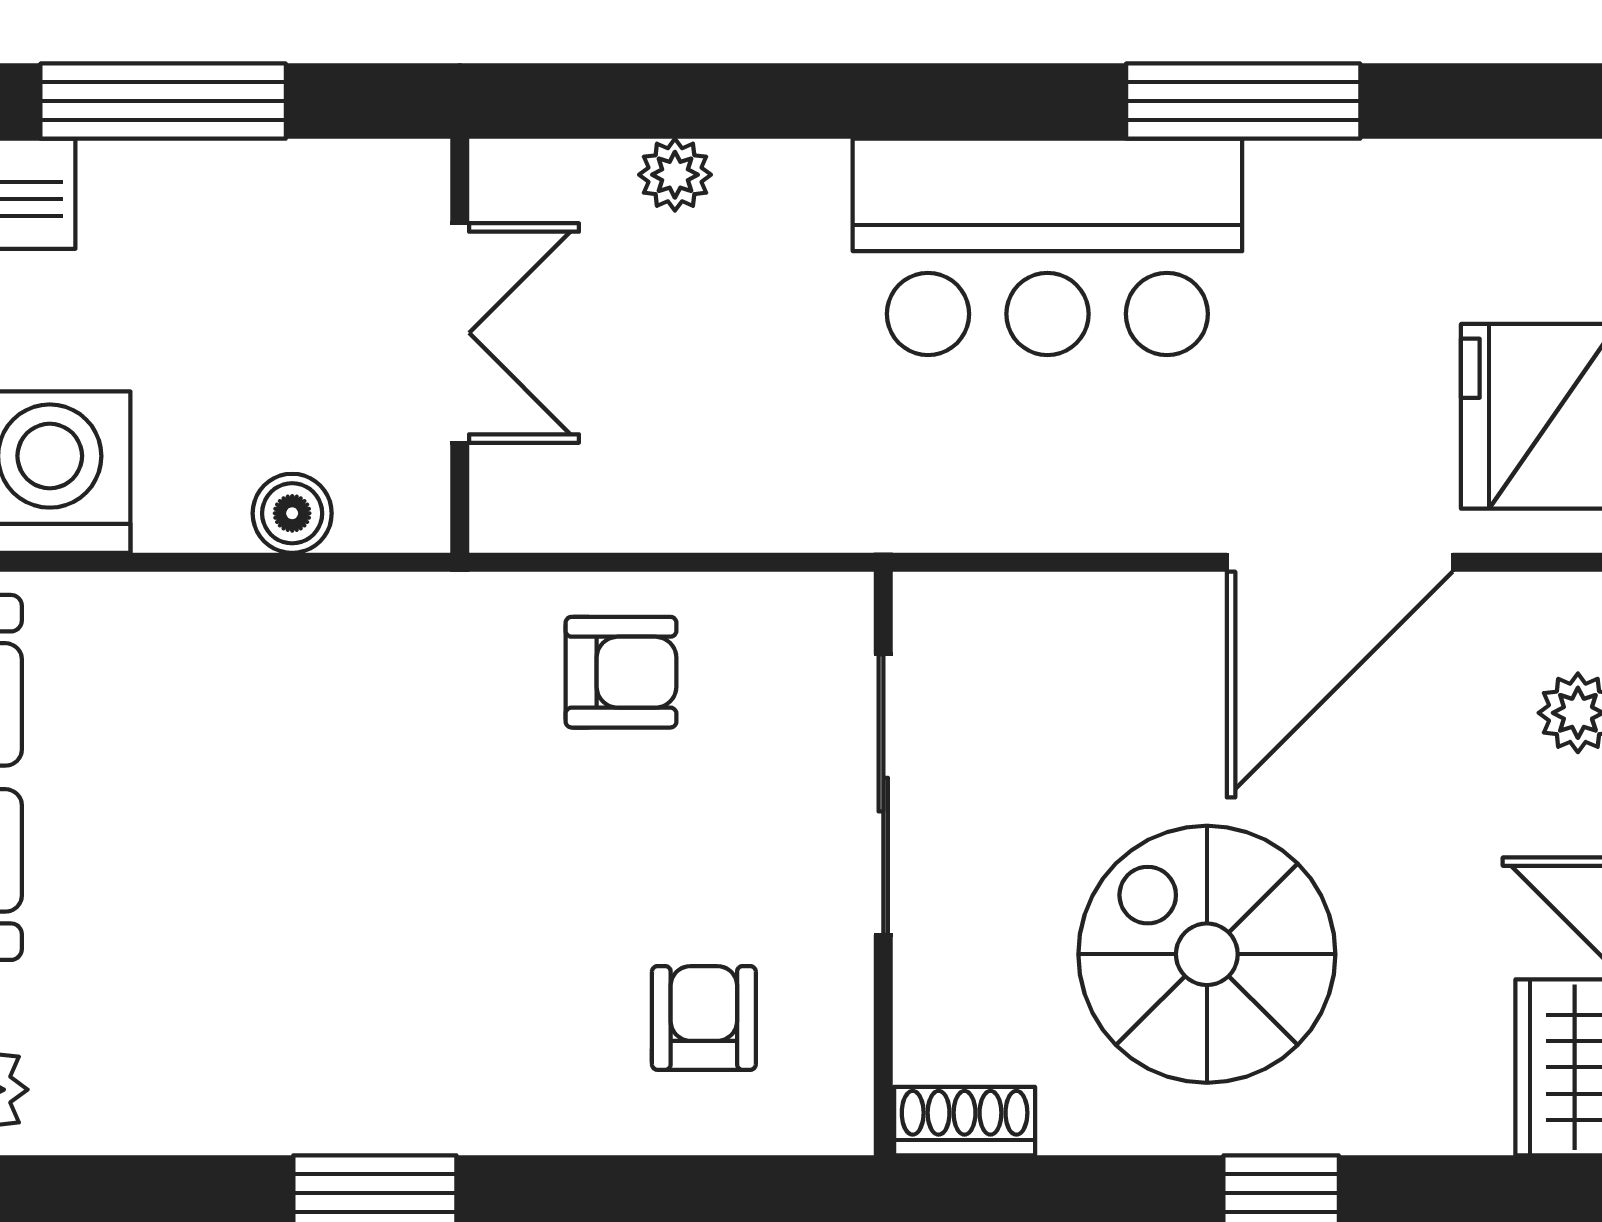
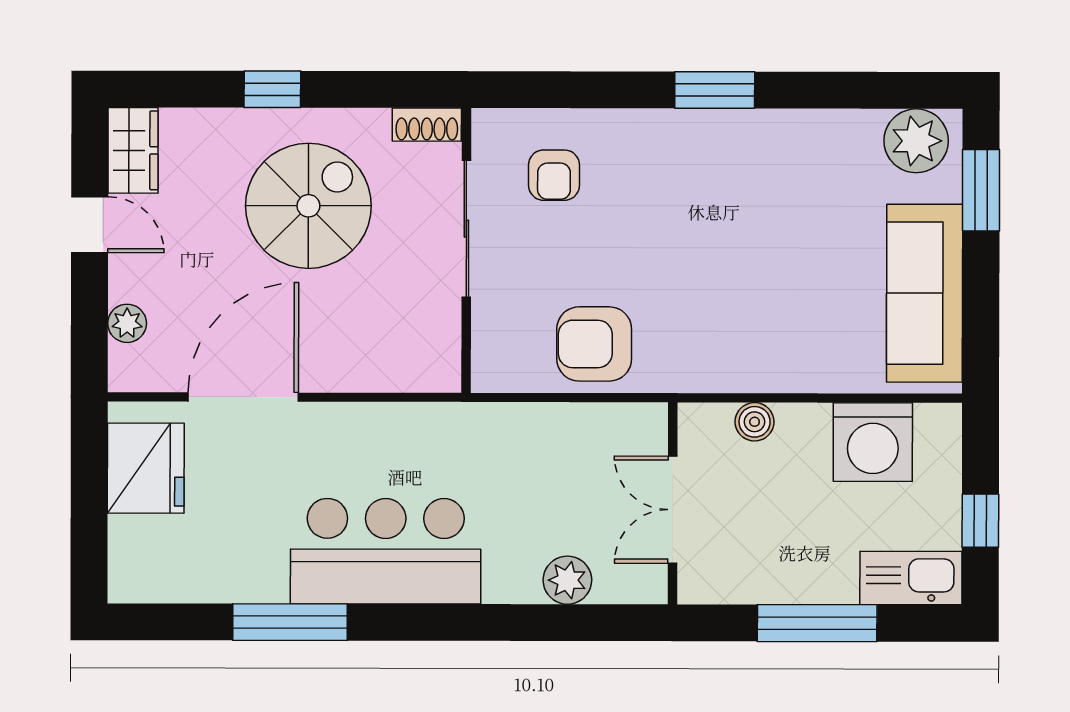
plant: (675, 175) -> (567, 580), width x1.38, depth x1.38
armchair: (621, 672) -> (594, 344), width x1.38, depth x1.38
sliding door: (883, 795) -> (466, 229), moved
spiral stairs: (1207, 954) -> (308, 206), turned -90

